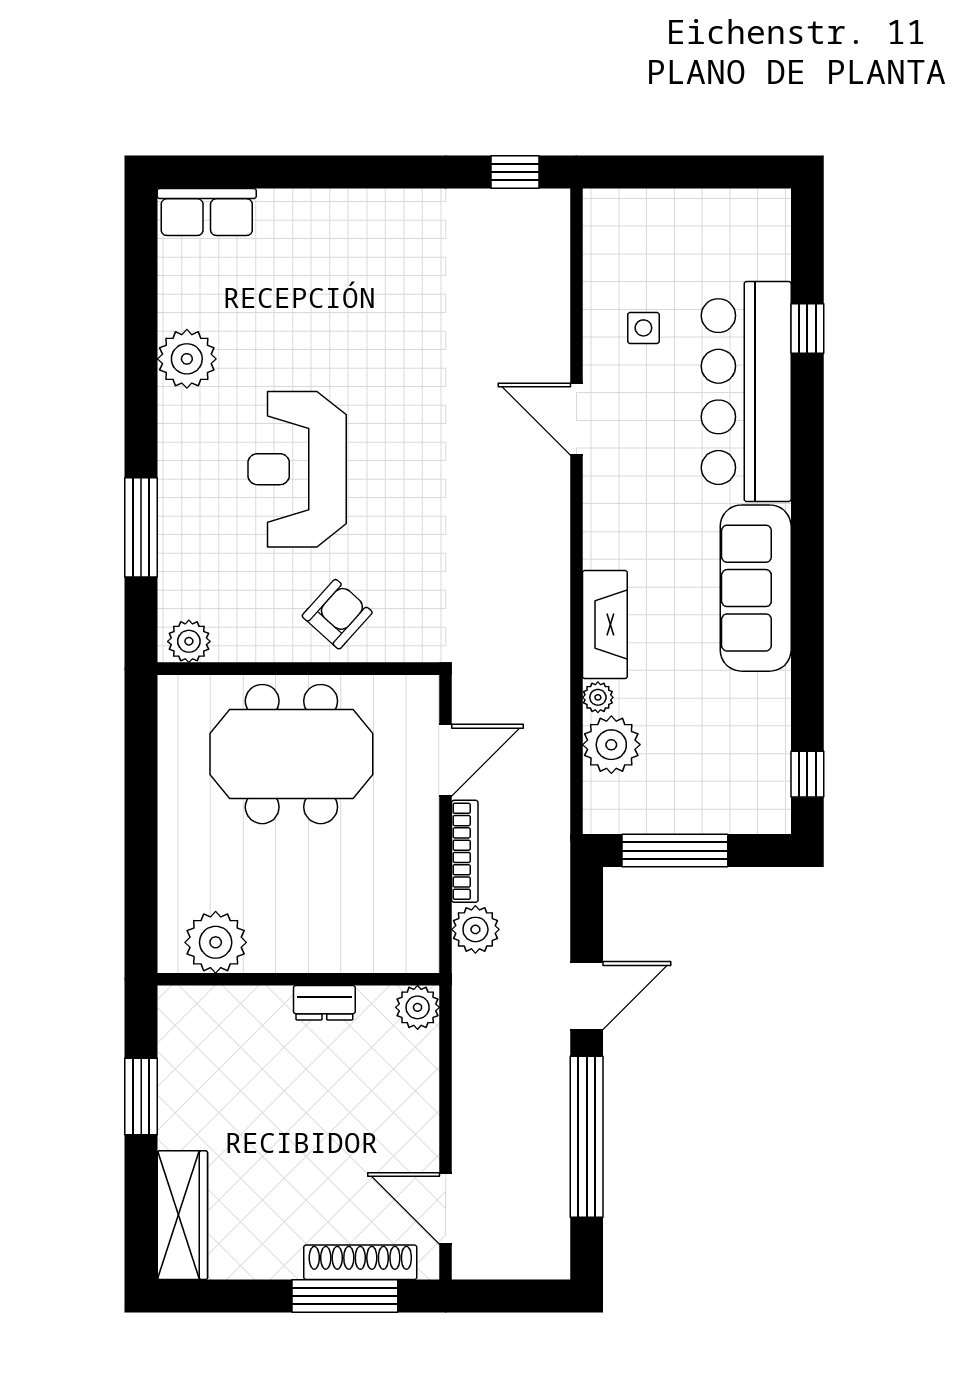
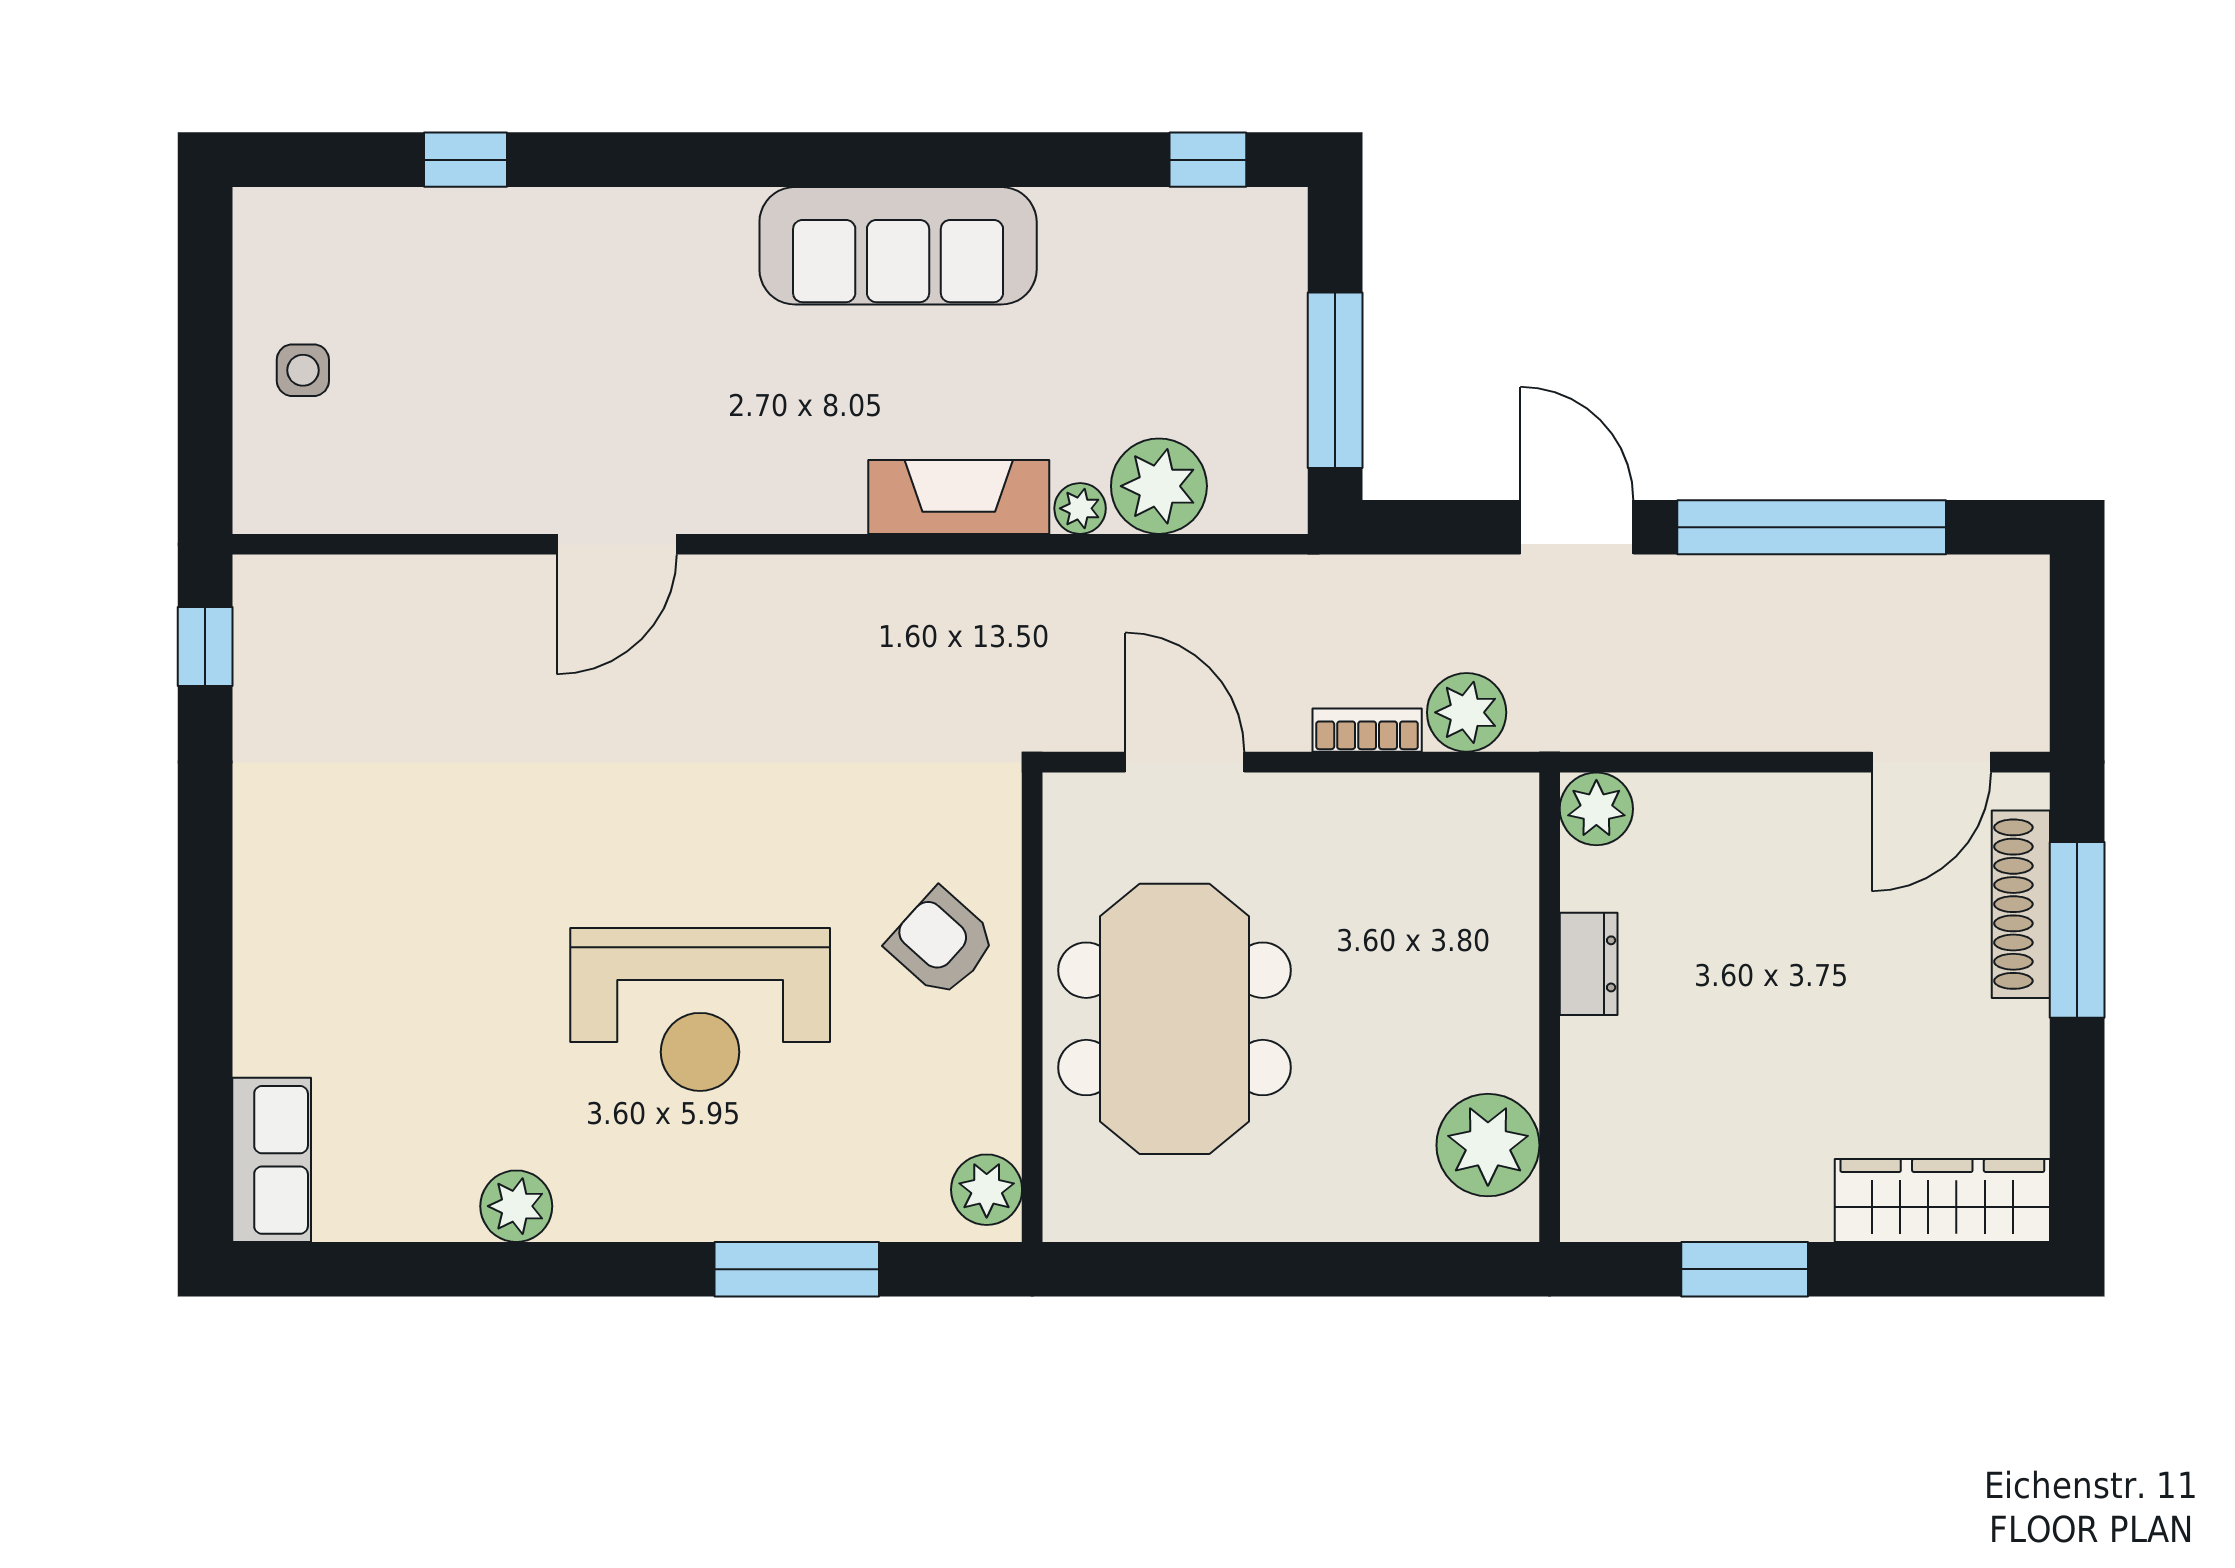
side table: (643, 328) -> (303, 370), moved
plant: (187, 359) -> (516, 1206), width x0.73, depth x0.73
bar counter: (746, 392) -> (571, 262), removed
bookcase: (465, 851) -> (1367, 730), width x0.64

